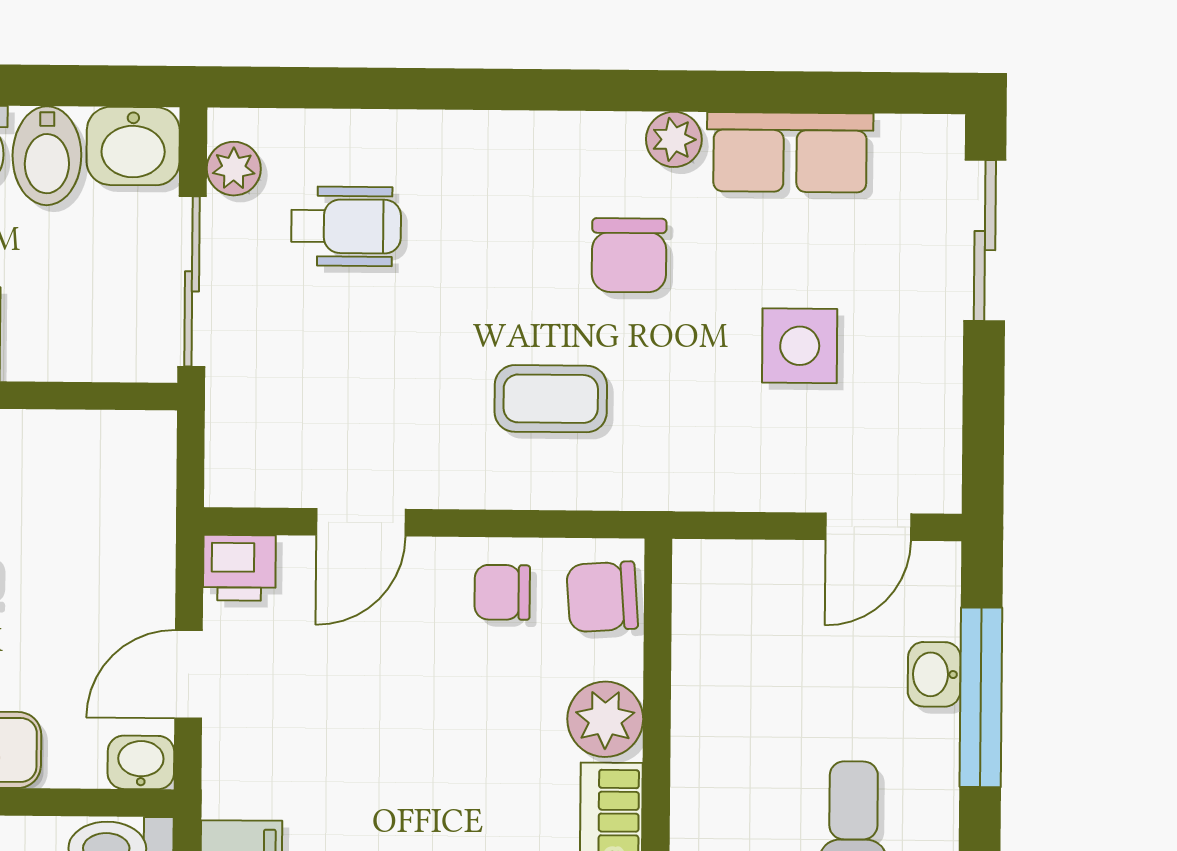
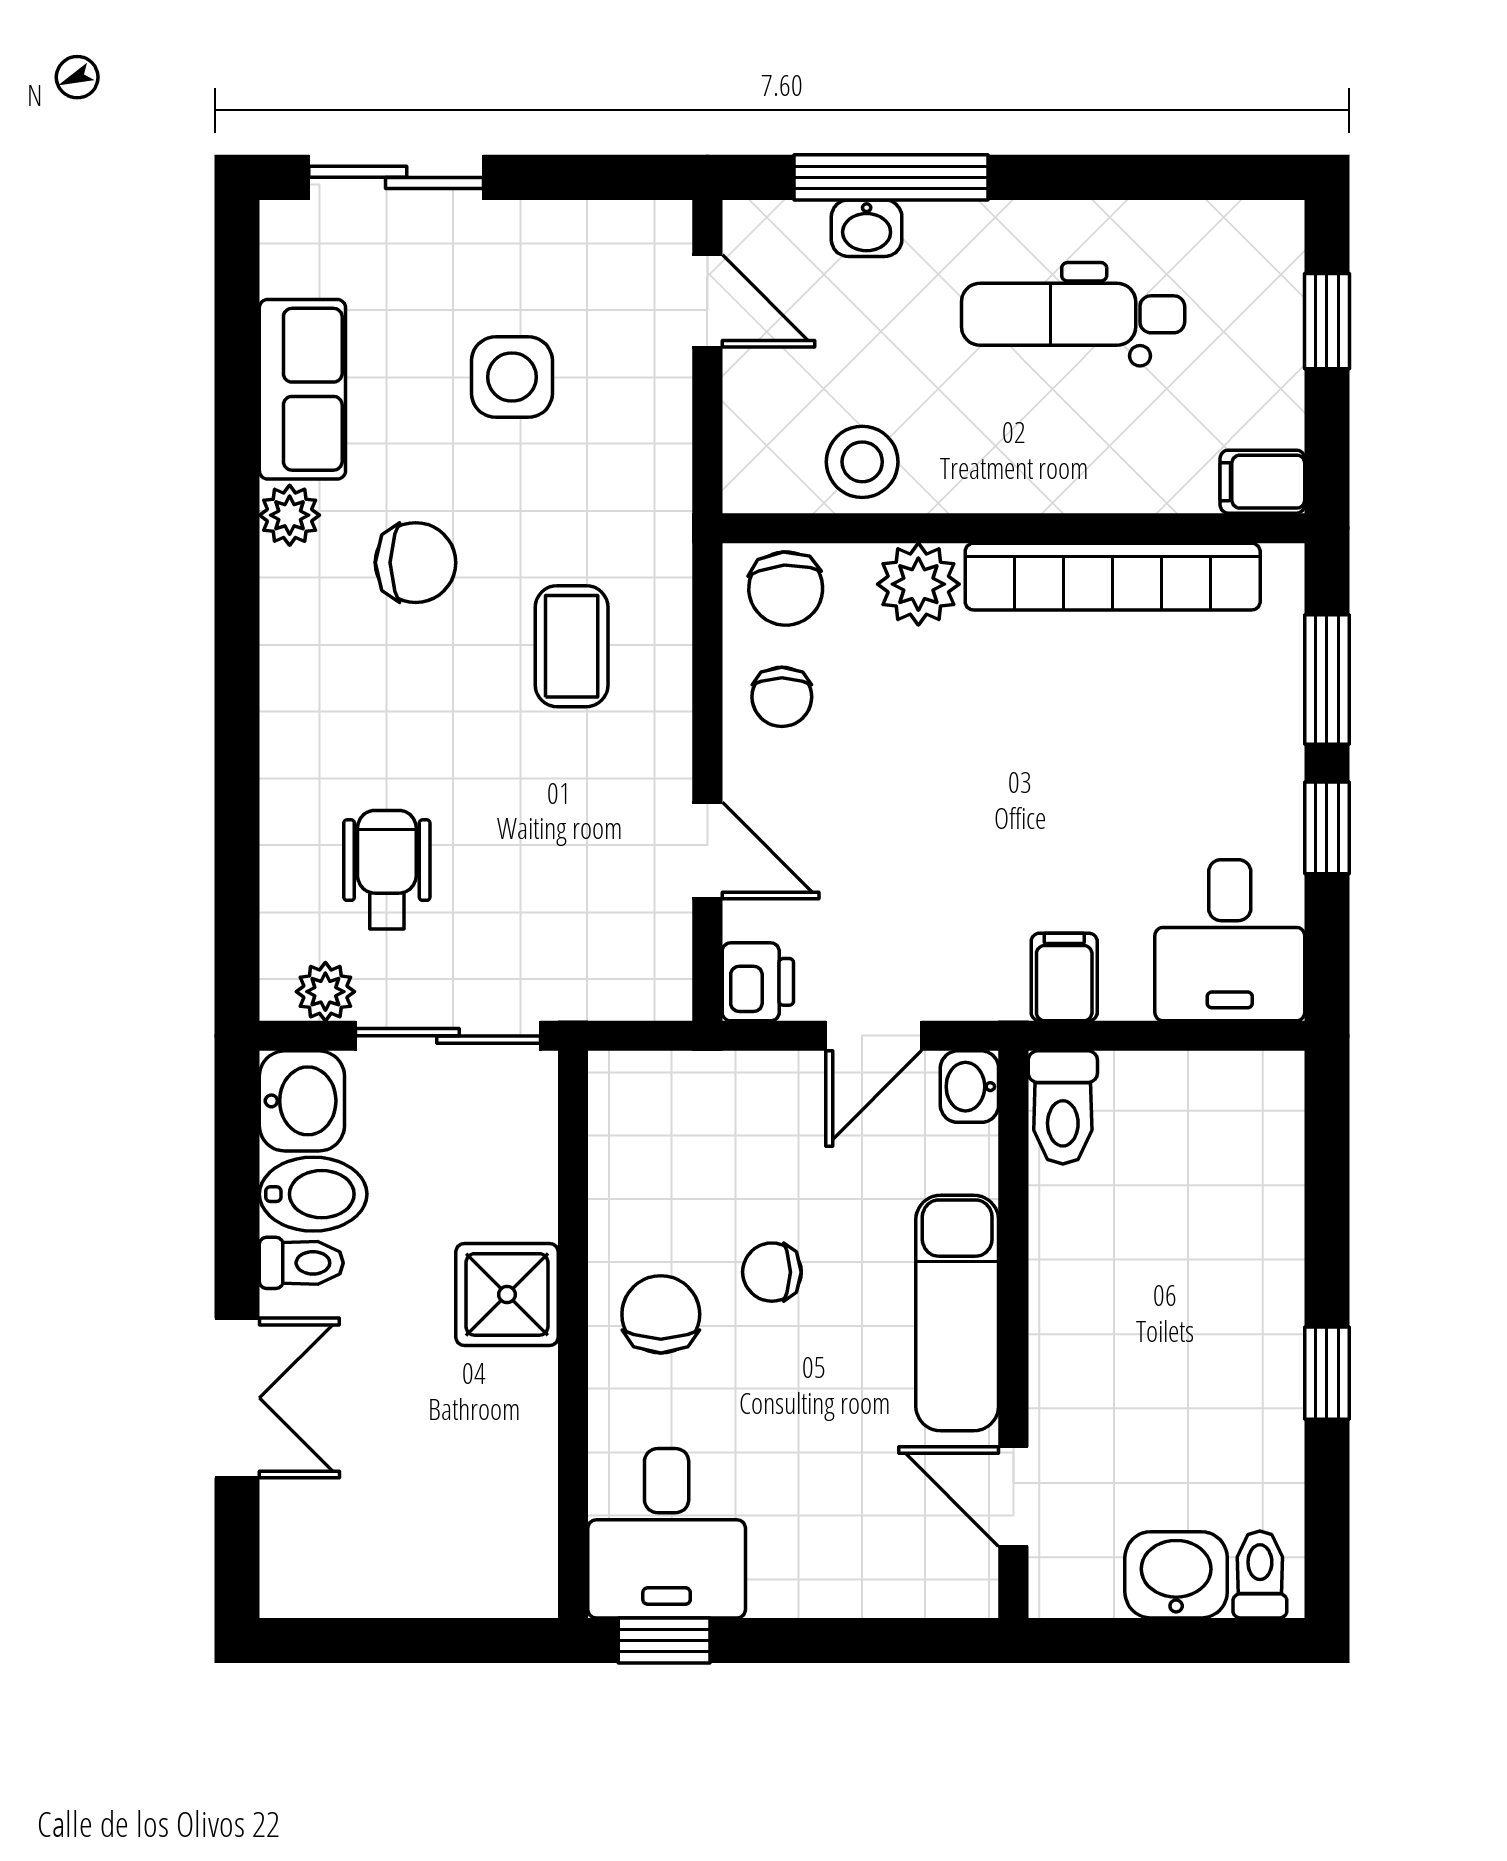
stool: (719, 668) -> (862, 462), added
door: (189, 674) -> (874, 1036), hinge flipped

